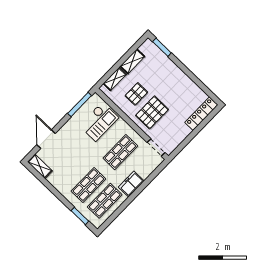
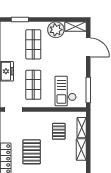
pallet: (152, 112) -> (32, 152), moved
plant: (58, 179) -> (56, 30), added
shop shelf: (105, 201) -> (13, 44), removed

